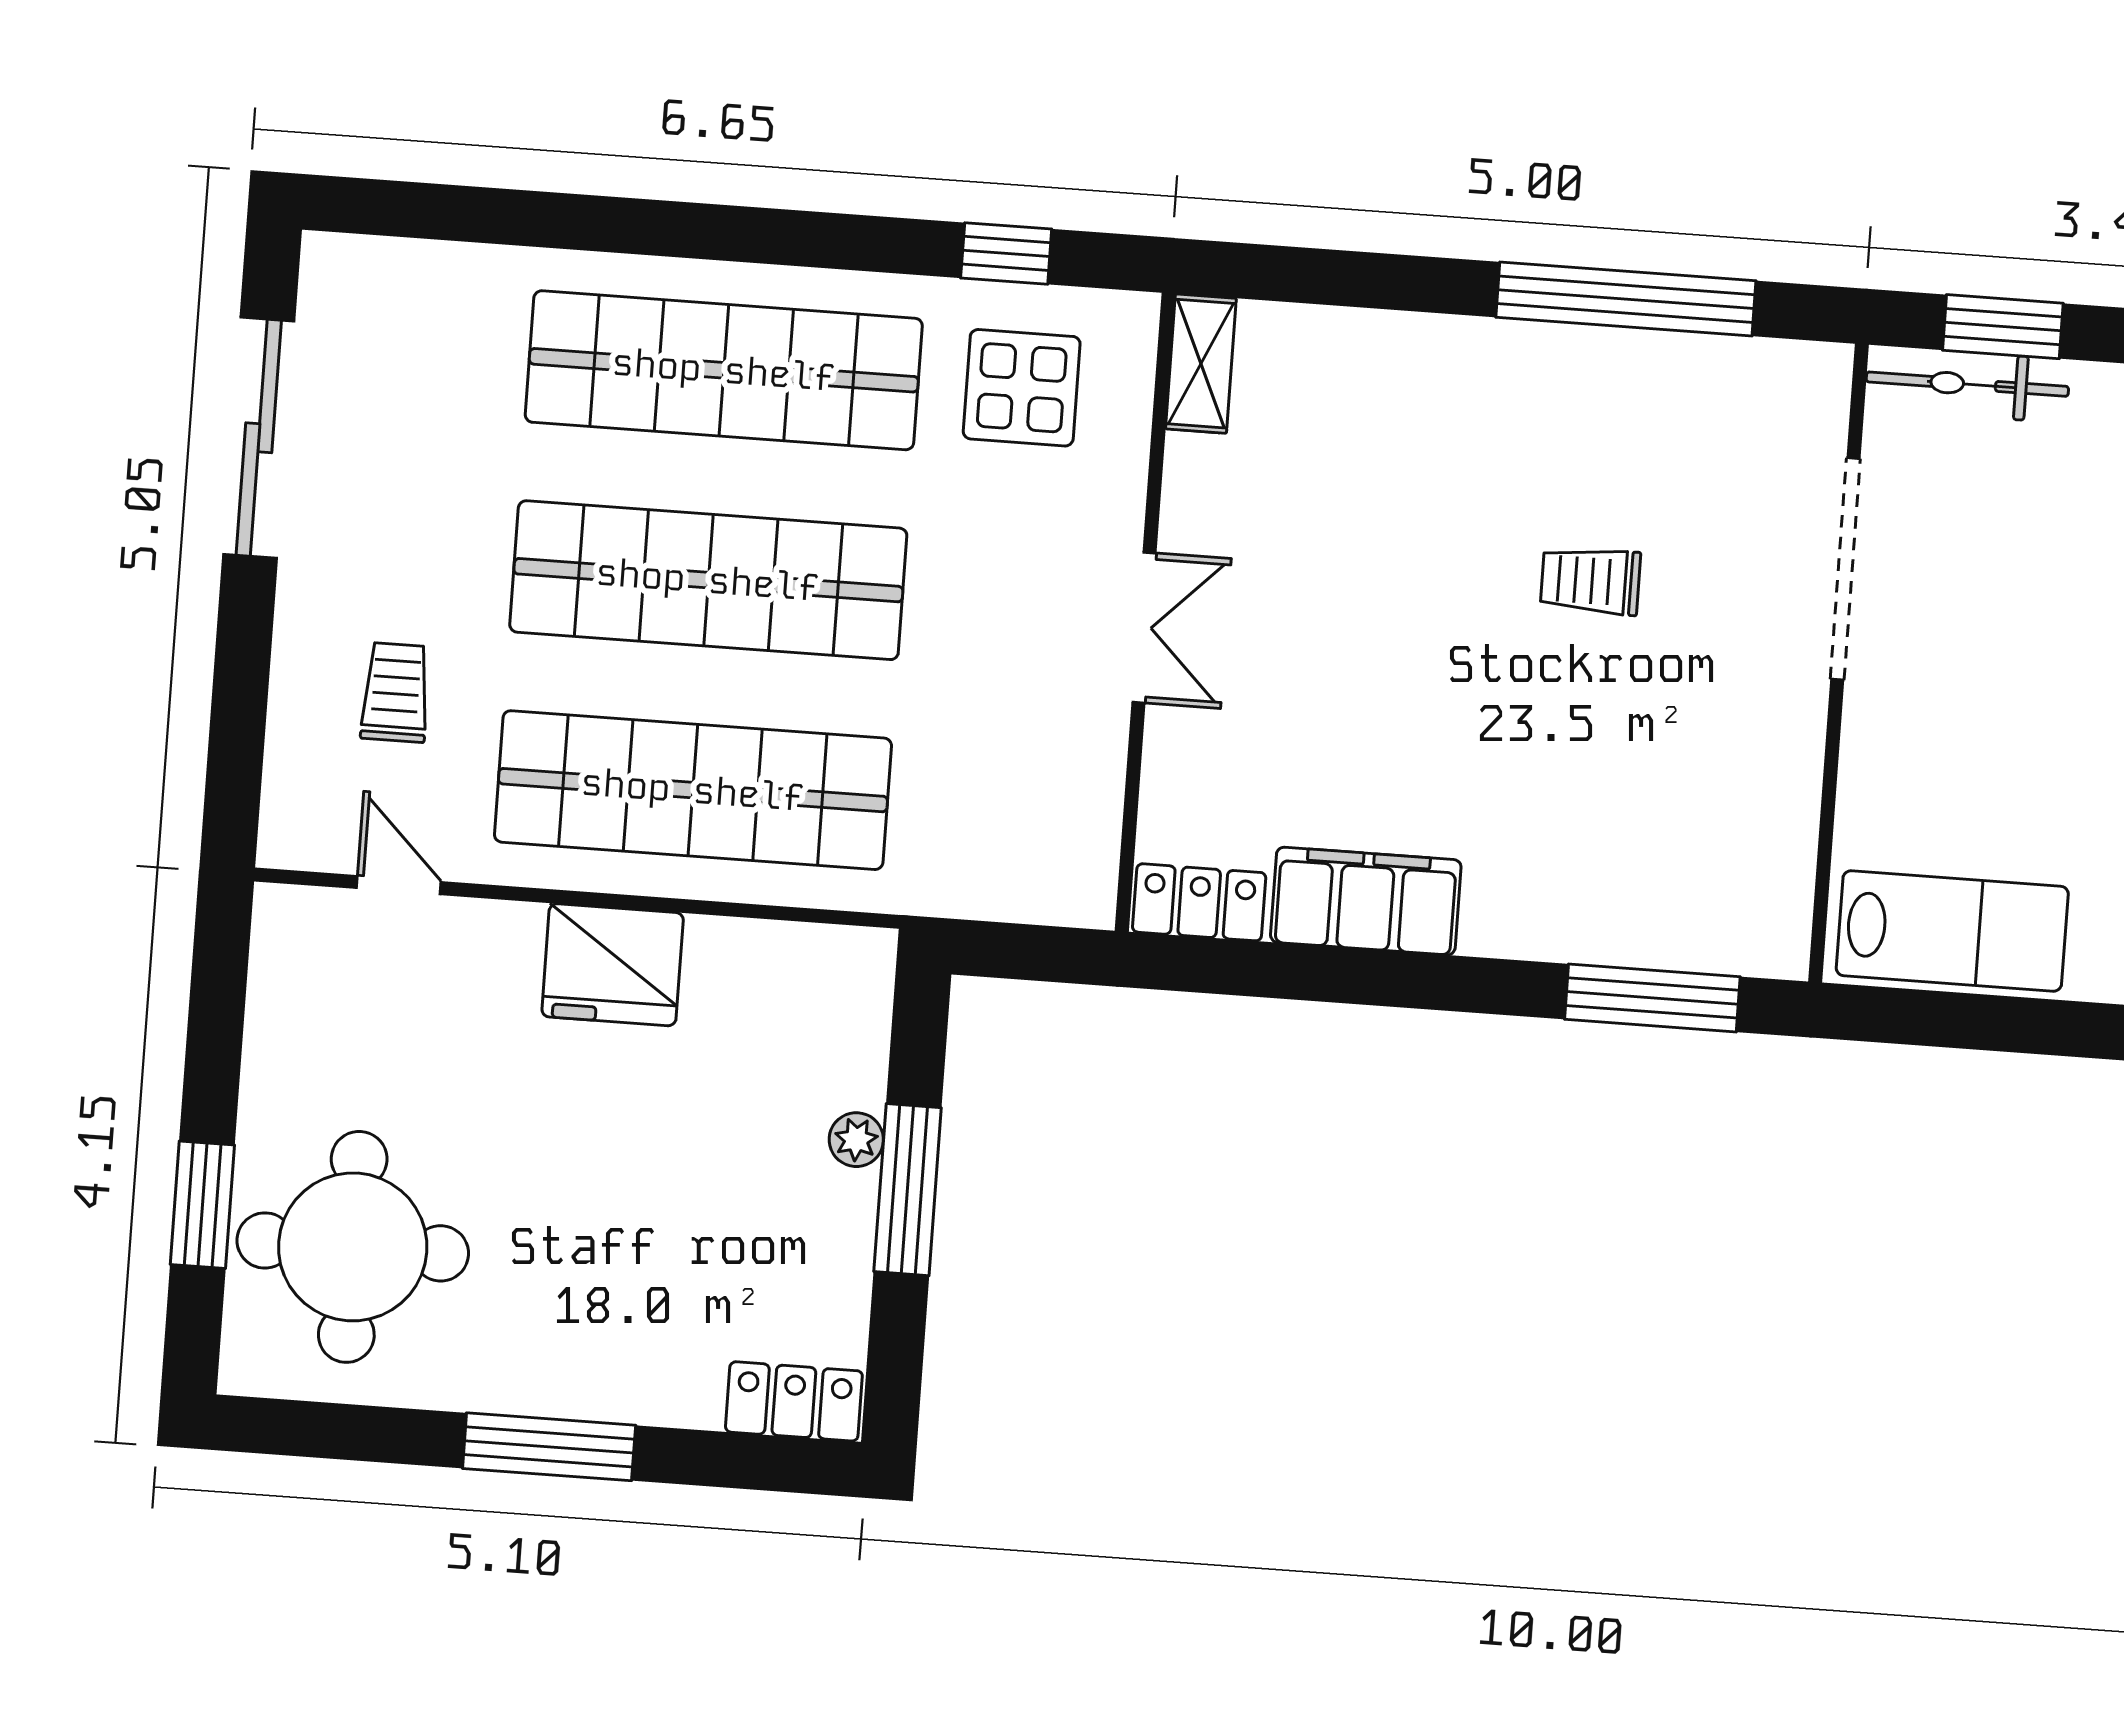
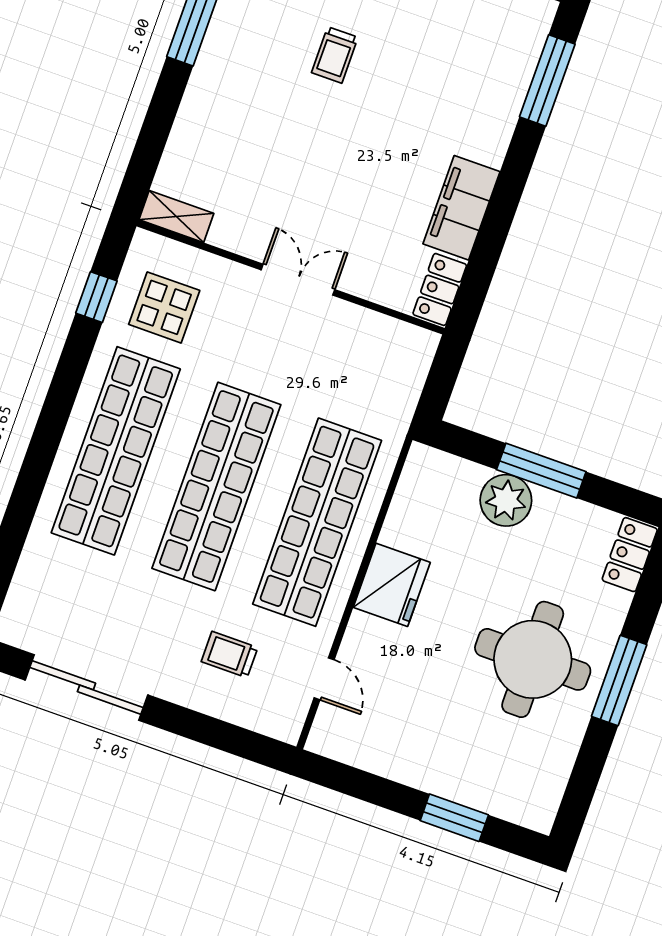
door: (399, 885) -> (324, 679), swing flipped
plant: (856, 1140) -> (506, 500), width x1.88, depth x1.88
round table: (353, 1247) -> (533, 659), moved

